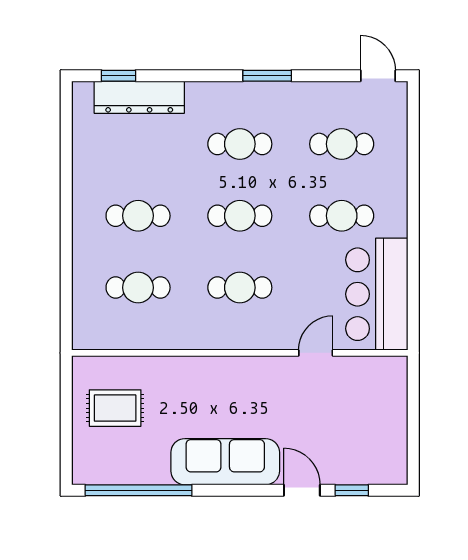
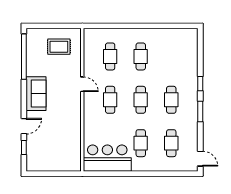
window: (118, 76) -> (200, 84), moved
door: (378, 76) -> (200, 159), hinge flipped
dresser: (139, 97) -> (191, 57), removed
door: (316, 353) -> (82, 84), moved
rug: (115, 408) -> (59, 47), turned 90
sofa: (225, 462) -> (36, 94), width x0.73

